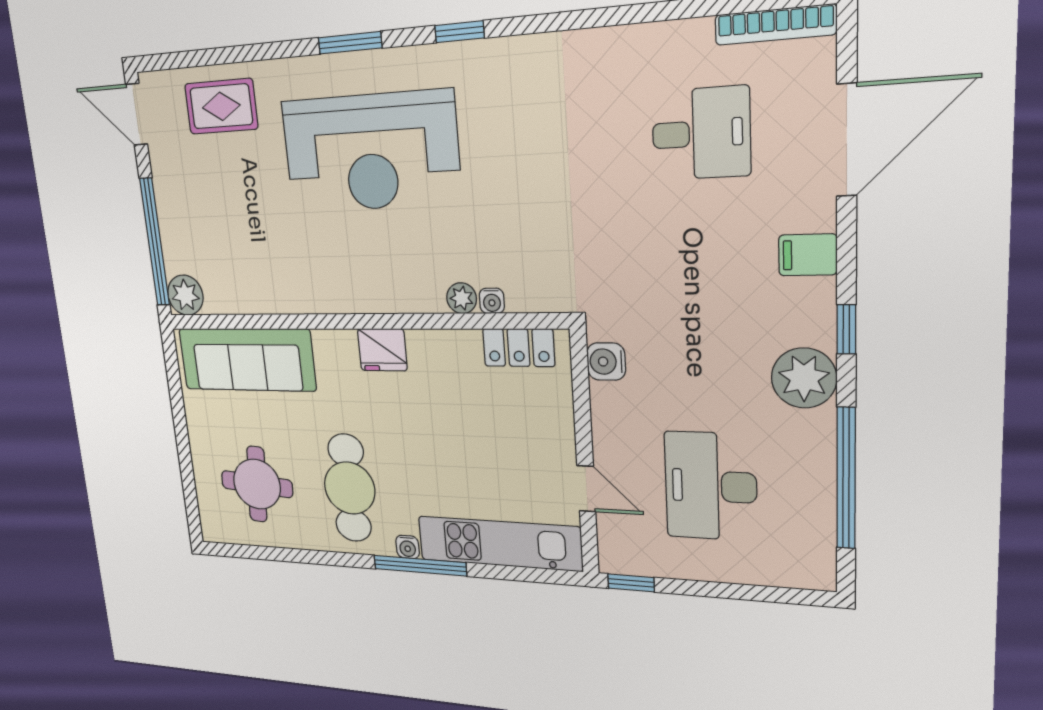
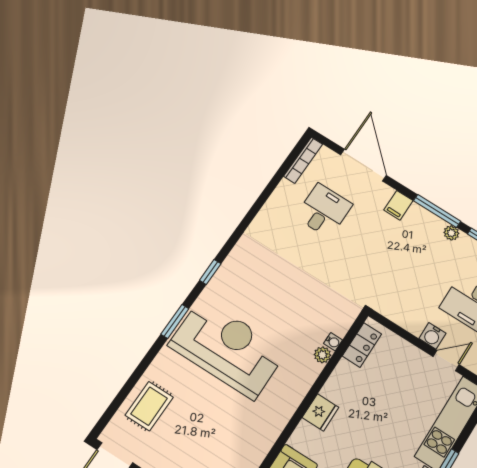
reception desk: (370, 152) -> (228, 348), turned -90
window: (846, 329) -> (437, 211), width x2.17
water cooler: (606, 362) -> (432, 336), moved
plant: (804, 378) -> (451, 233), width x0.53, depth x0.53

